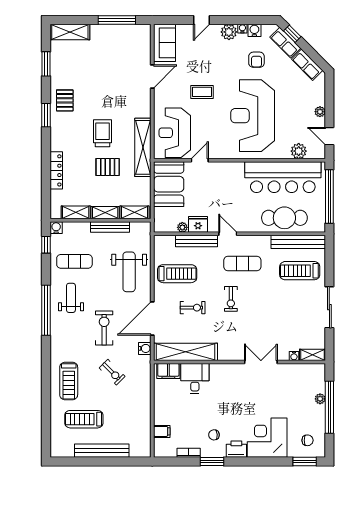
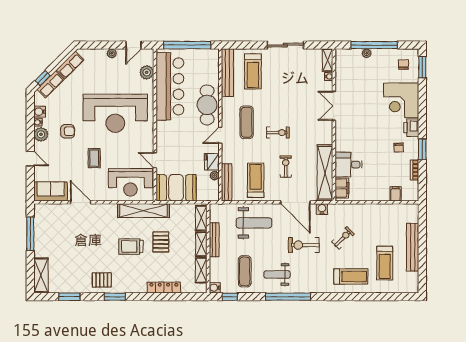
armchair: (256, 60) -> (68, 131), moved
cafe table: (284, 218) -> (207, 105), moved
bench: (196, 241) -> (227, 182), moved

